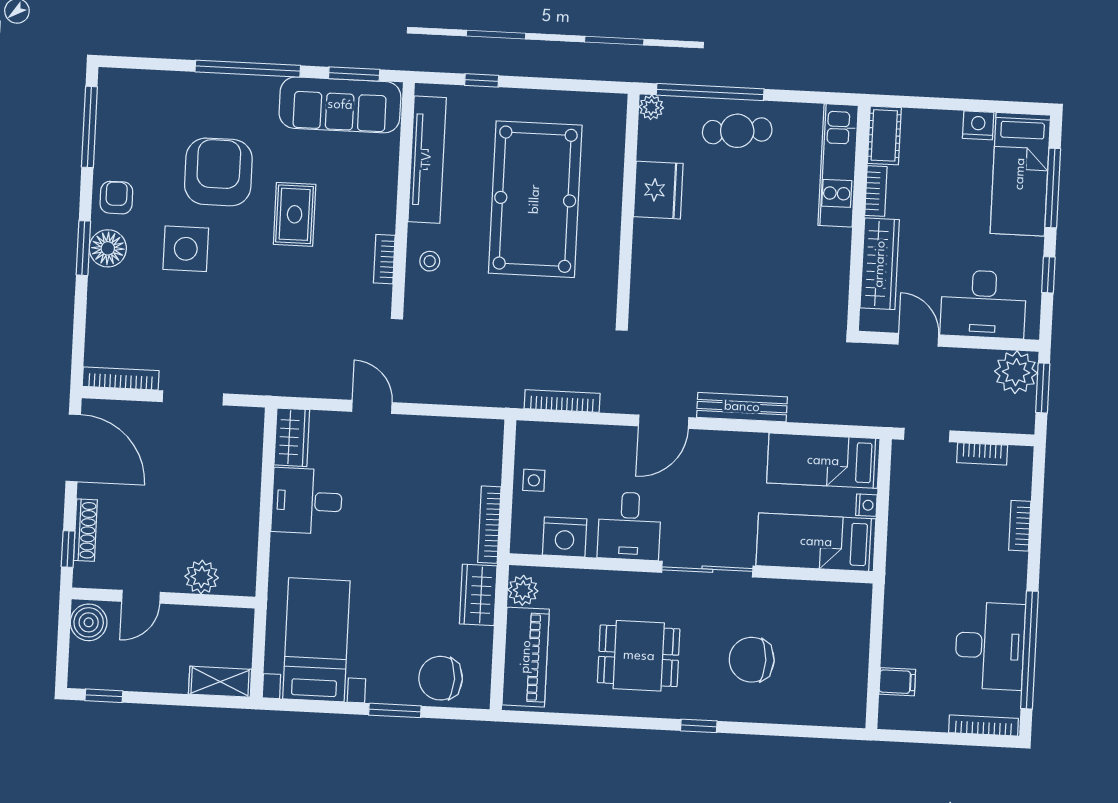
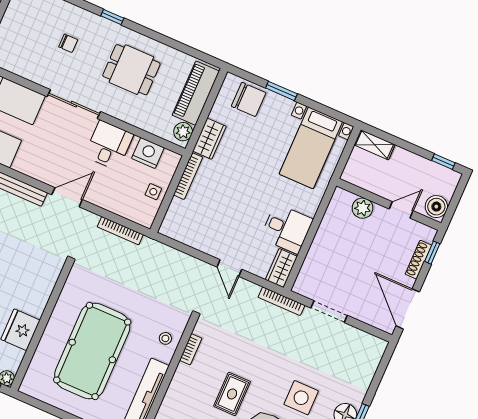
bookcase: (121, 379) -> (281, 301), moved
chair: (752, 660) -> (68, 43), width x0.54, depth x0.54

